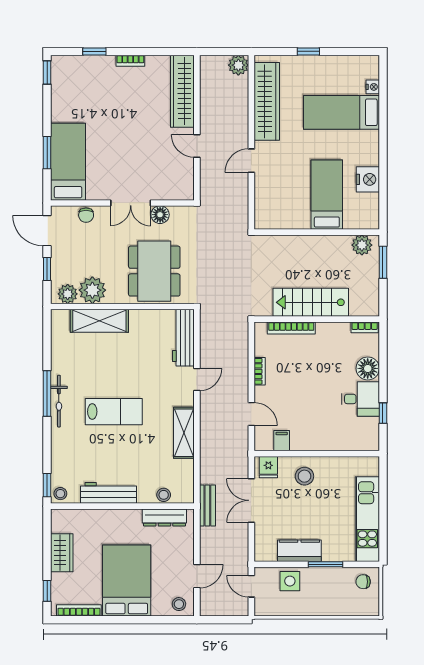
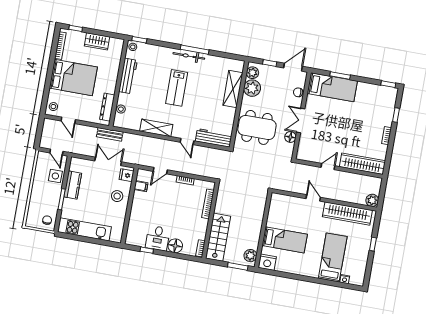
nightstand: (368, 179) -> (267, 262), moved
stairs: (311, 302) -> (218, 237), moved
door: (251, 586) -> (56, 152), swing flipped

